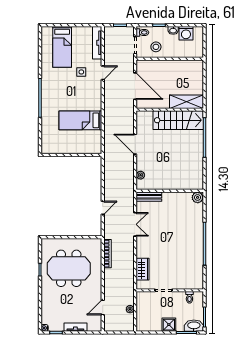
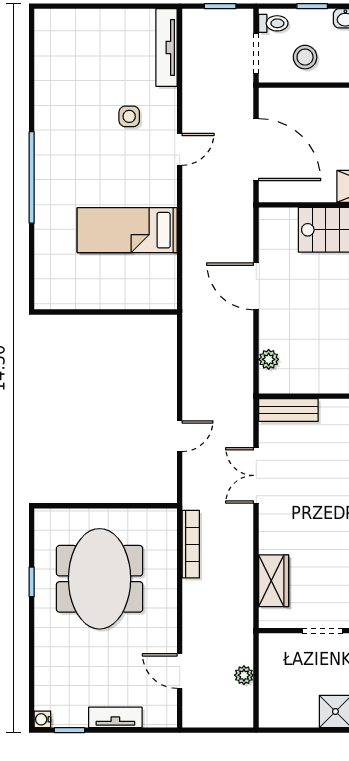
bed: (62, 47) -> (84, 57), removed
door: (103, 73) -> (180, 149), moved
double door: (135, 224) -> (256, 475), swing flipped
meeting table: (69, 268) -> (100, 579), turned 90
door: (103, 307) -> (180, 671), hinge flipped

